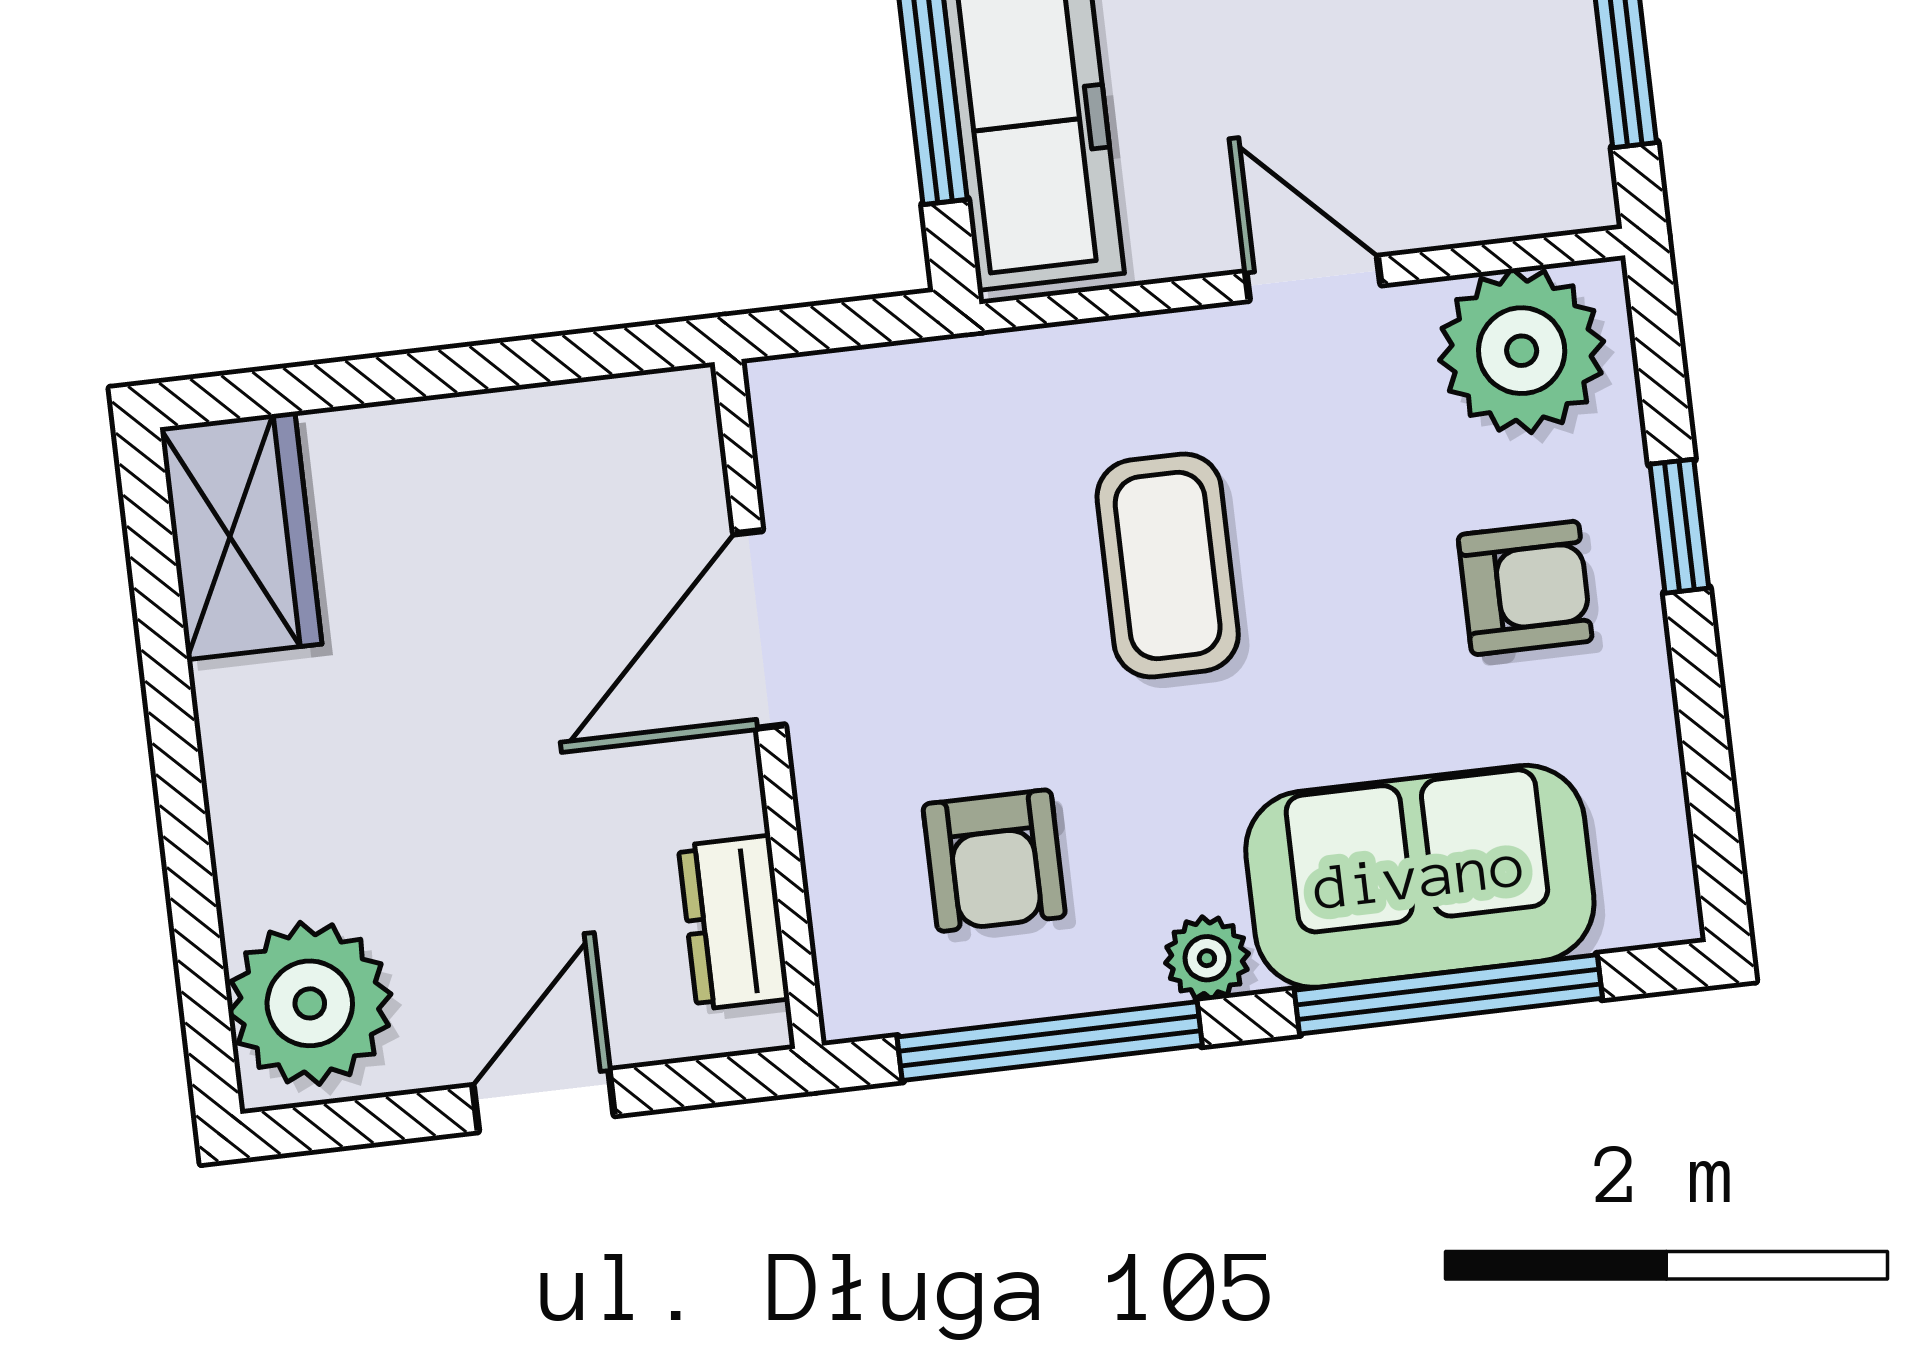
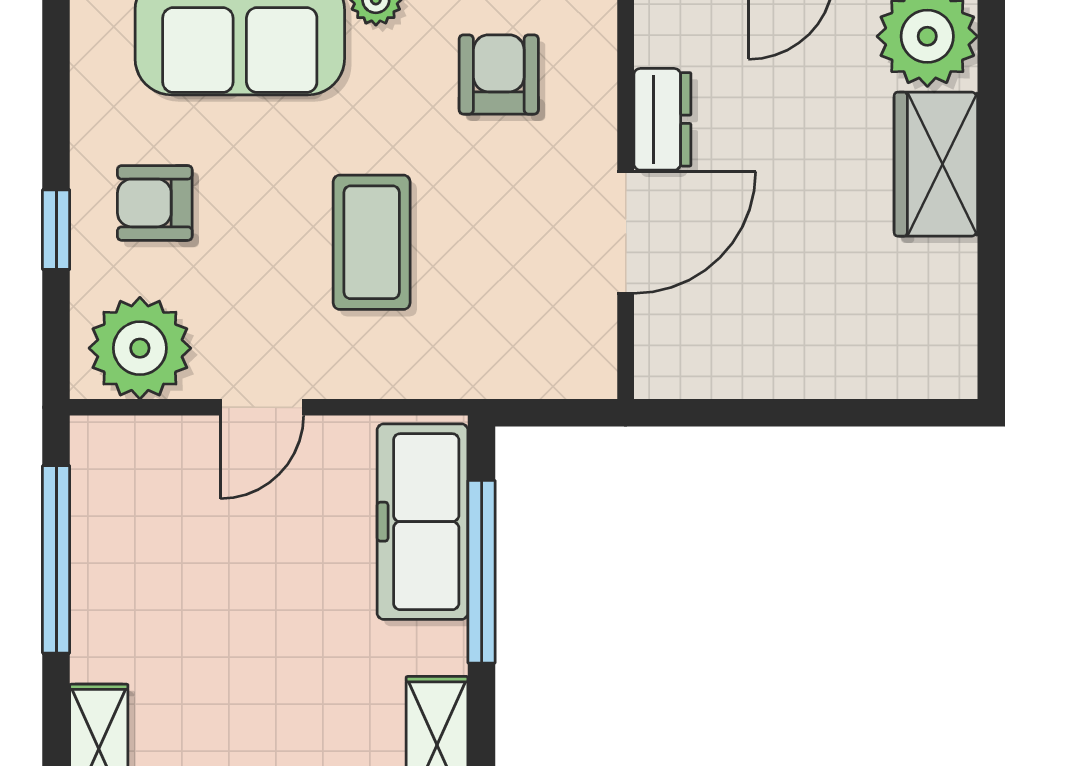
door: (1313, 278) -> (262, 407), hinge flipped
wardrobe: (241, 536) -> (936, 164), moved
dresser: (734, 923) -> (662, 119), moved

